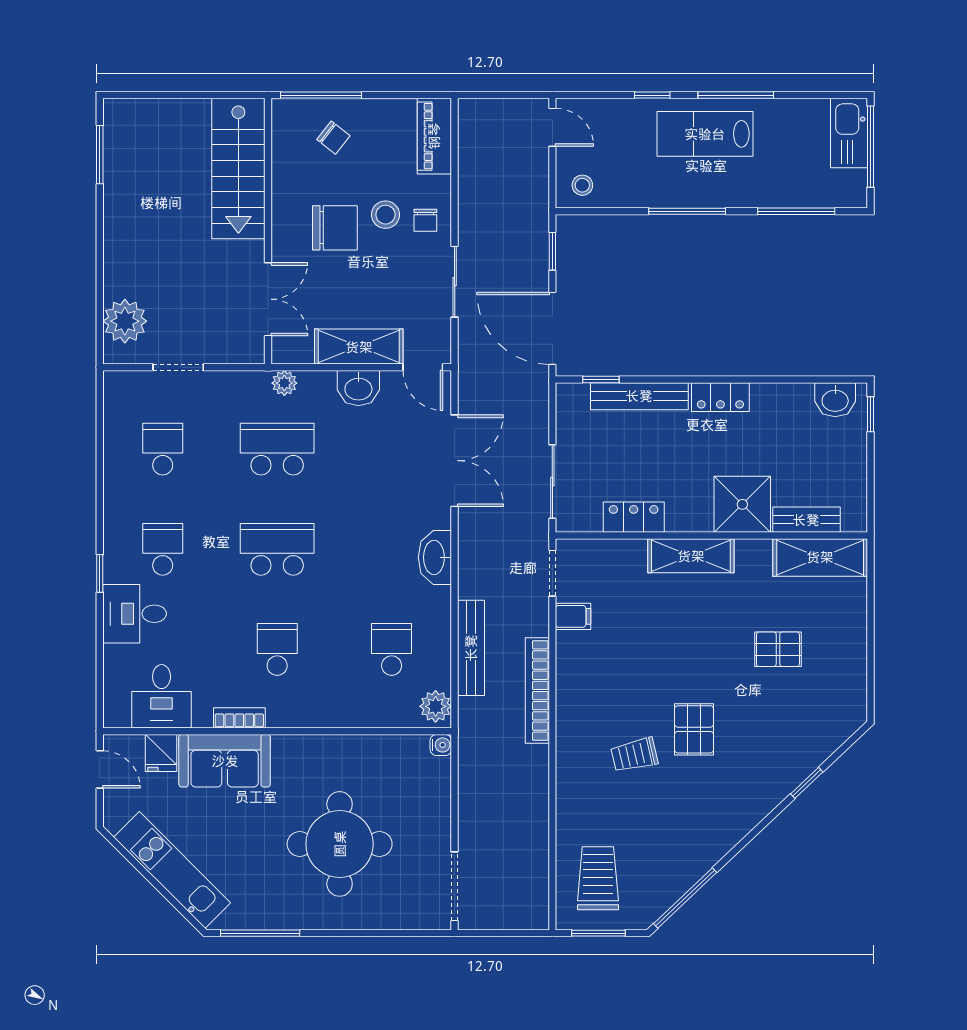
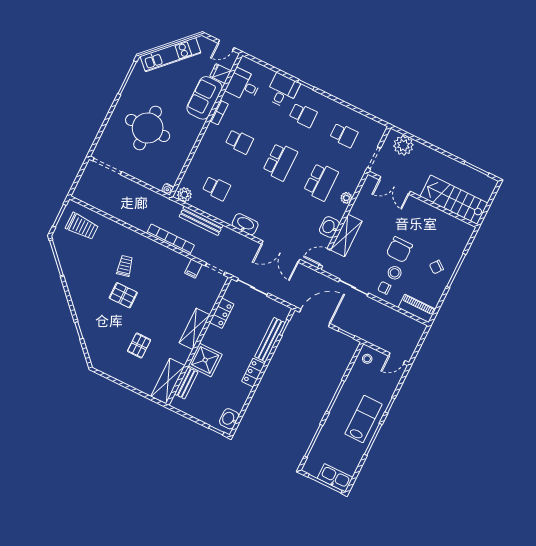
stairs: (238, 169) -> (454, 200), moved
wall: (268, 231) -> (422, 199), moved
double door: (268, 299) -> (395, 186), moved

